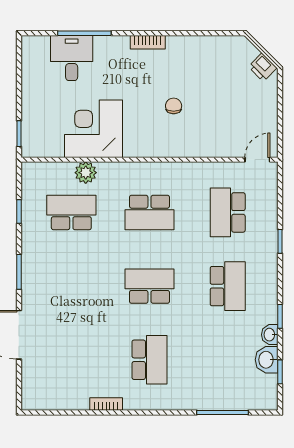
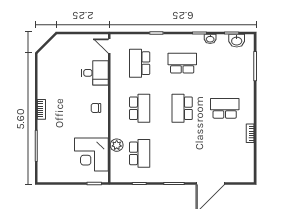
desk: (72, 58) -> (95, 73), moved, turned 180
printer: (263, 67) -> (56, 43), removed
chair: (174, 106) -> (96, 108), moved
corner desk: (93, 129) -> (91, 154), moved
school desk: (71, 212) -> (140, 153), turned 180
school desk: (228, 212) -> (140, 63), turned 90
washbasin: (267, 360) -> (237, 41), moved

